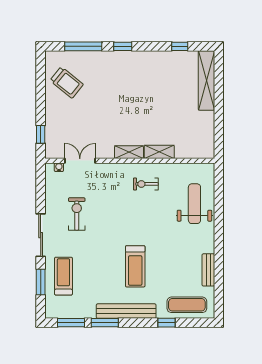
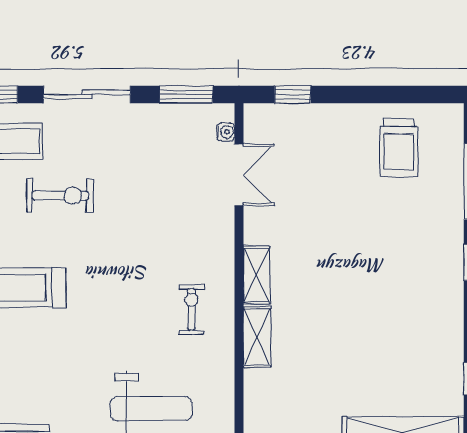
trolley: (67, 82) -> (399, 148), turned -39
window: (41, 187) -> (186, 94), added
exercise bike: (77, 214) -> (60, 196), moved

